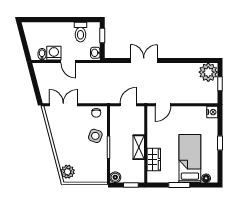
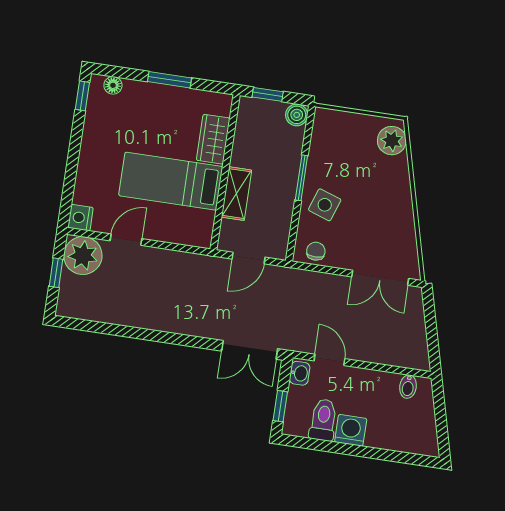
washing machine: (54, 53) -> (351, 430), moved, turned 180
double door: (144, 60) -> (250, 350), moved
door: (68, 61) -> (329, 360), moved
plant: (208, 72) -> (83, 256), moved
door: (163, 105) -> (126, 240), moved
window: (220, 143) -> (82, 96), moved
shelving: (139, 147) -> (236, 194), moved
bed: (190, 159) -> (171, 181), moved, turned 90

